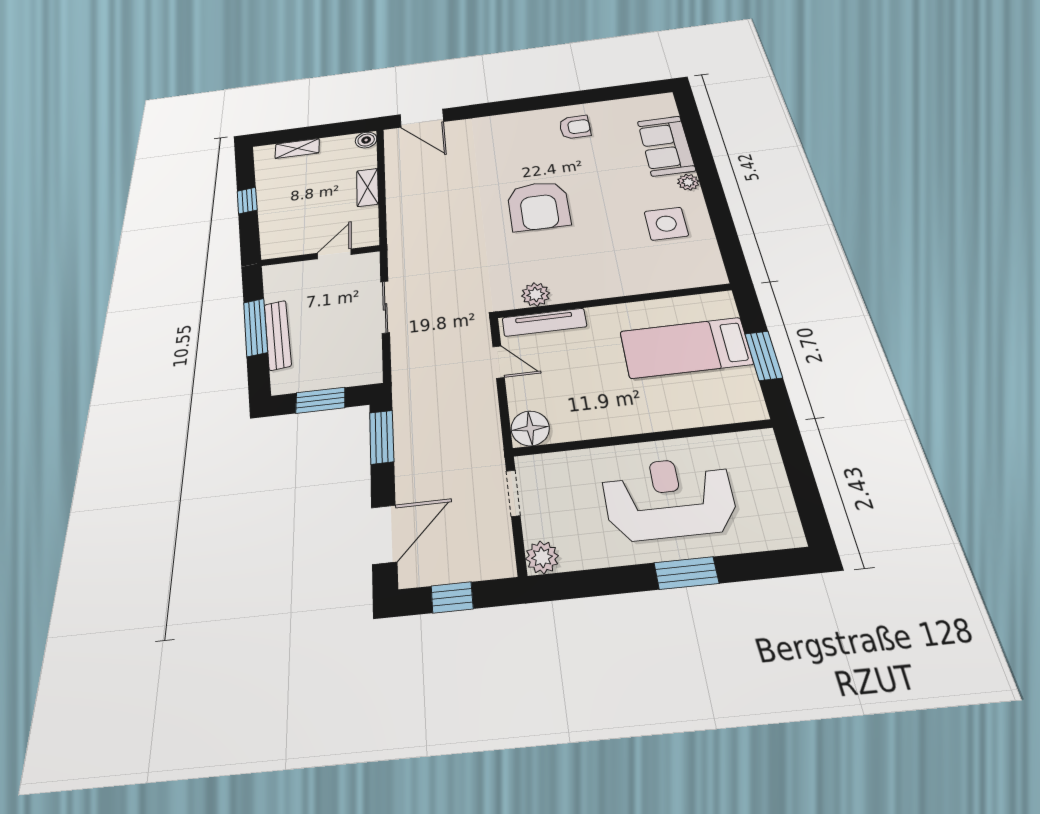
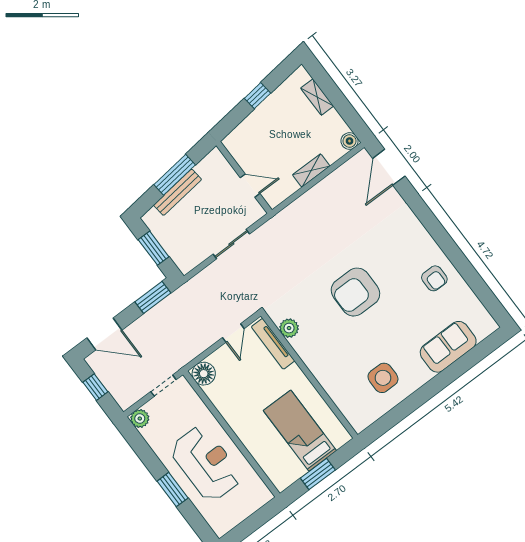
plant: (688, 182) -> (424, 375), removed

